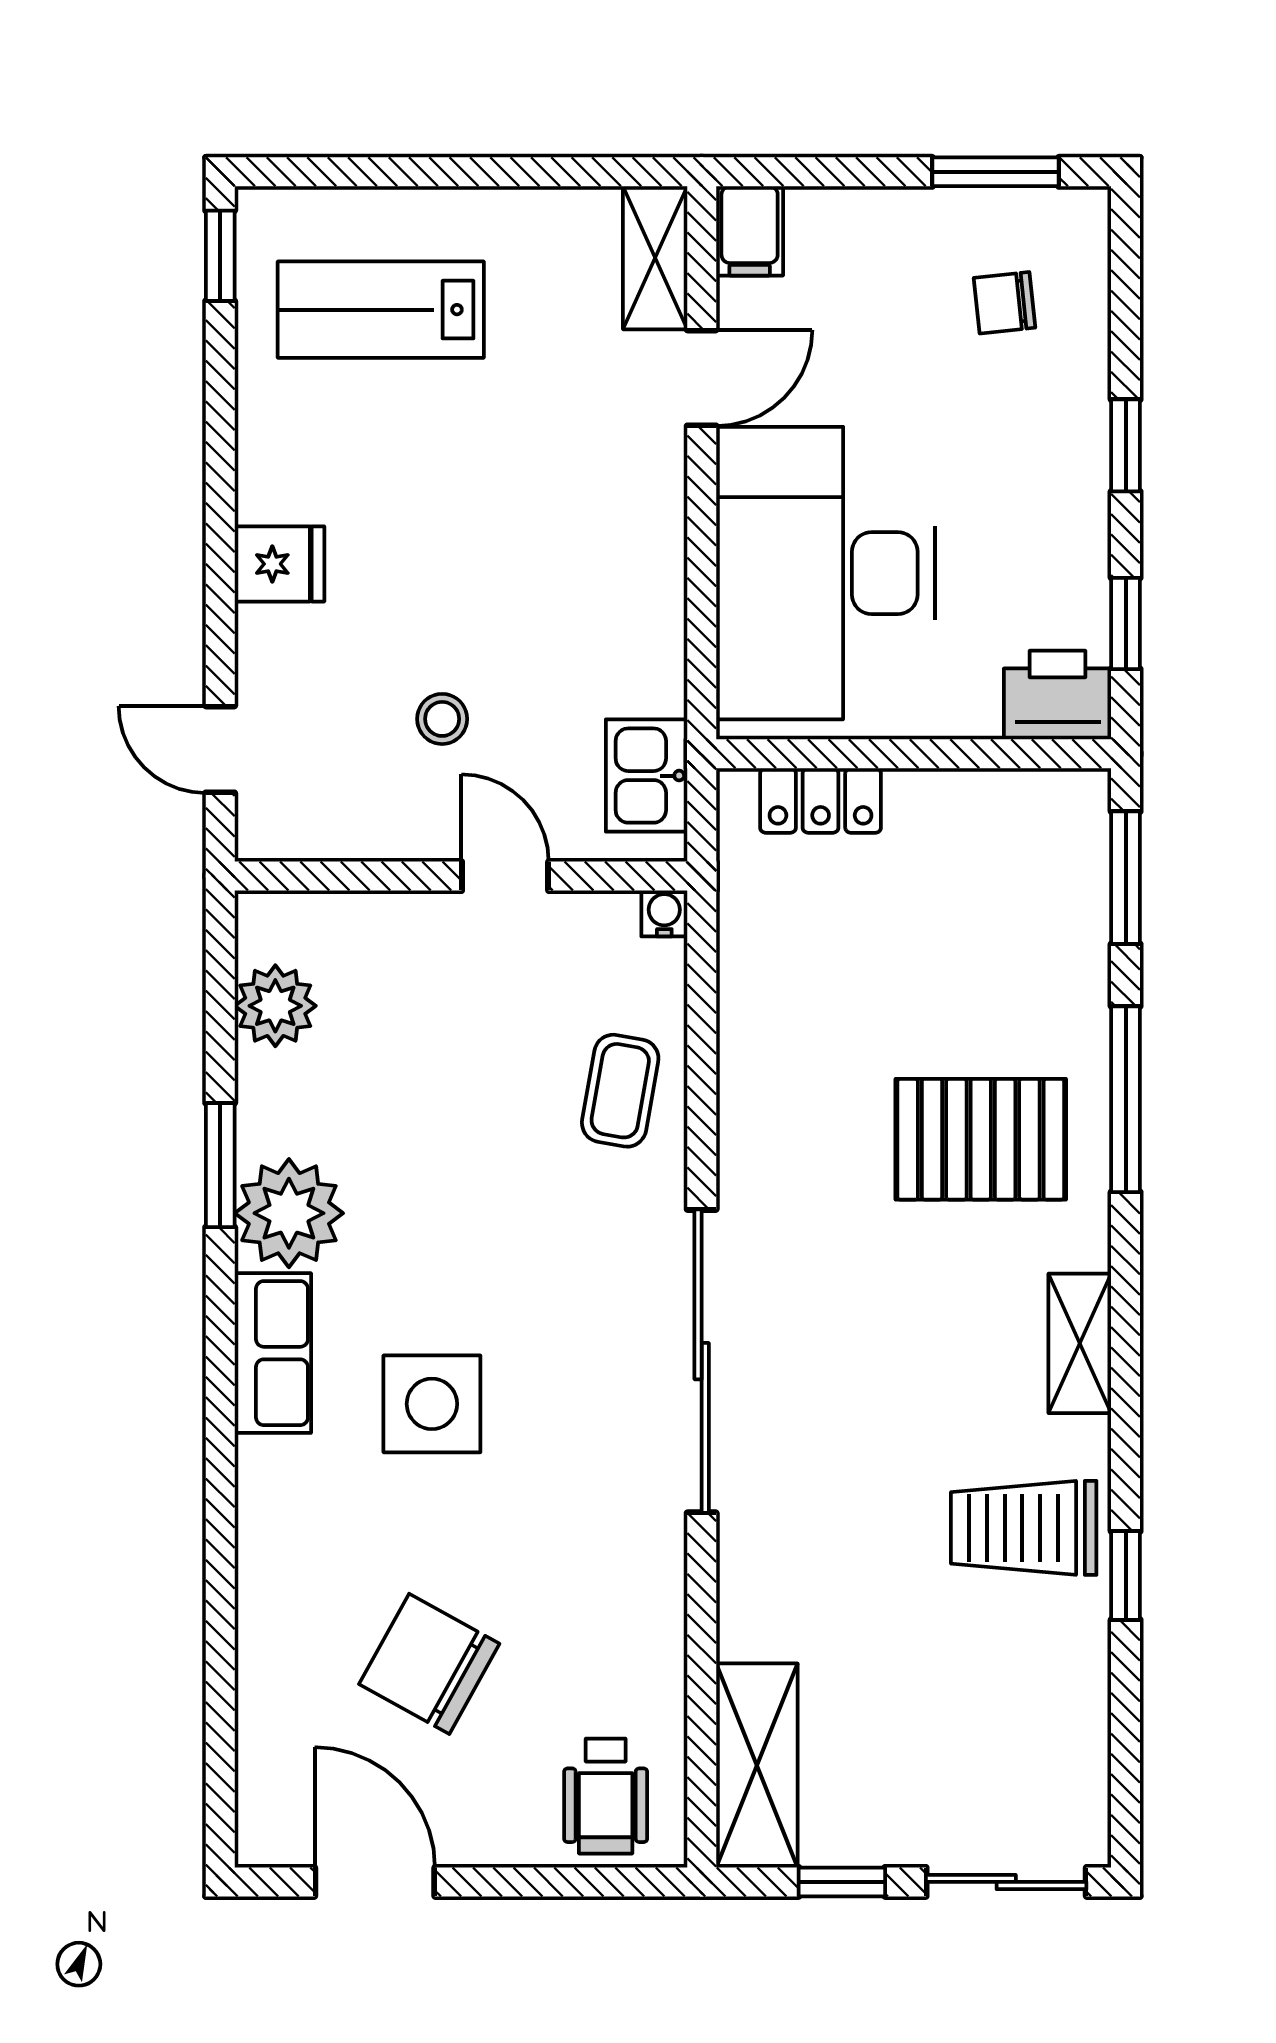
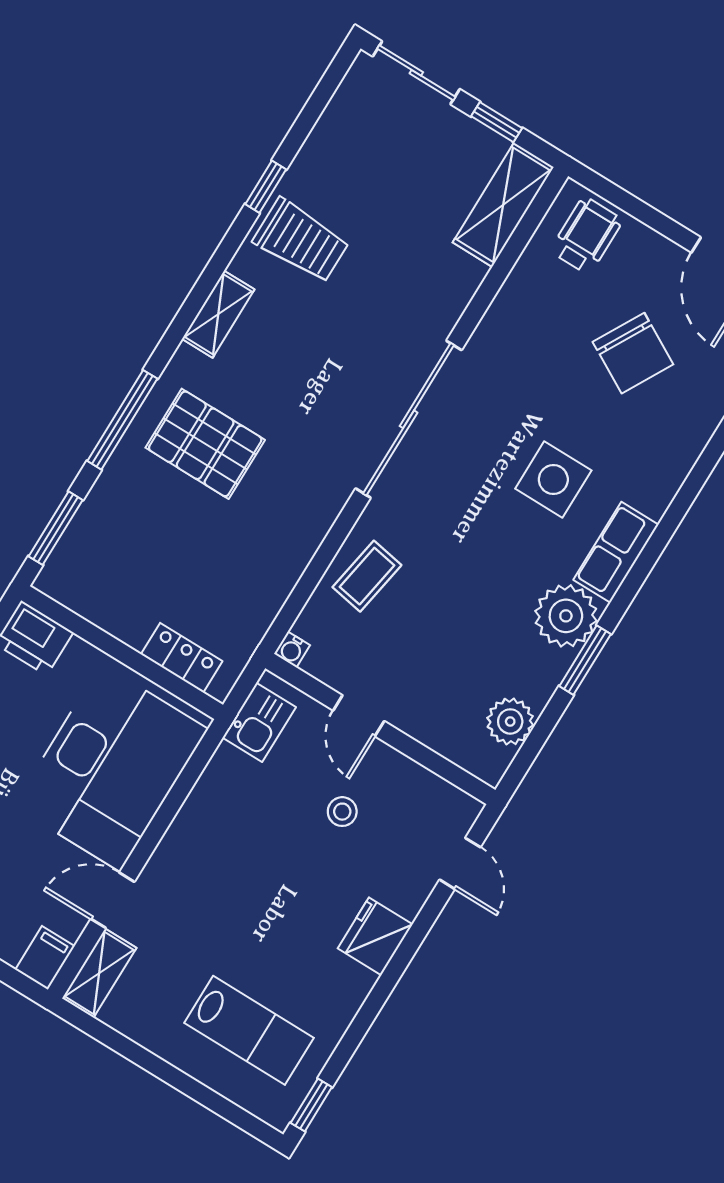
fridge: (279, 564) -> (375, 936), width x1.38

